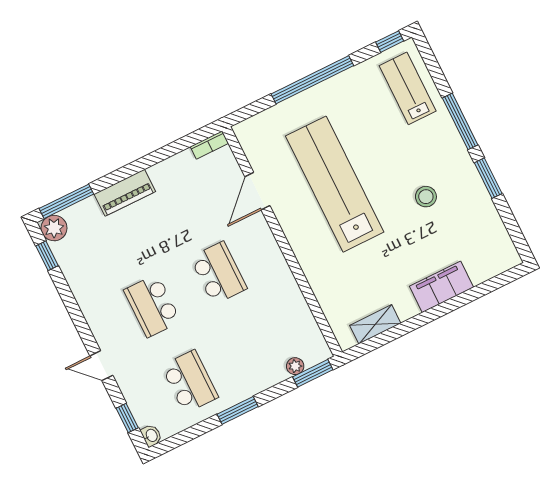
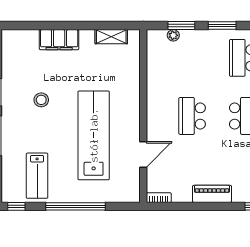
lab bench: (408, 88) -> (37, 176), moved
lab bench: (335, 184) -> (94, 135), turned 180
piano: (125, 193) -> (212, 194), moved
window: (313, 373) -> (181, 26), moved

